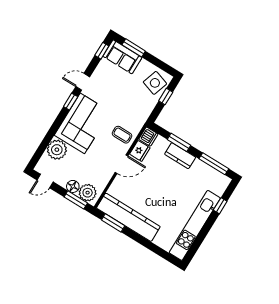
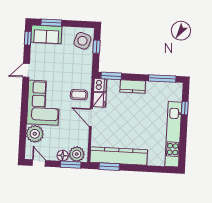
window: (71, 102) -> (25, 91), removed
window: (179, 142) -> (111, 76), moved
door: (122, 164) -> (91, 118), swing flipped
door: (45, 181) -> (39, 163), swing flipped

